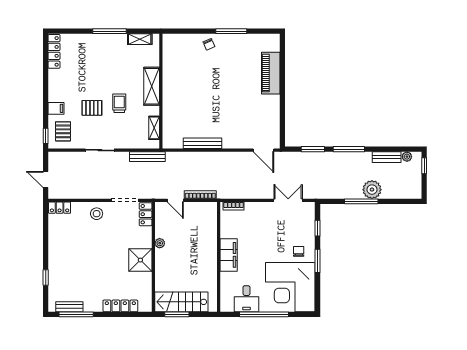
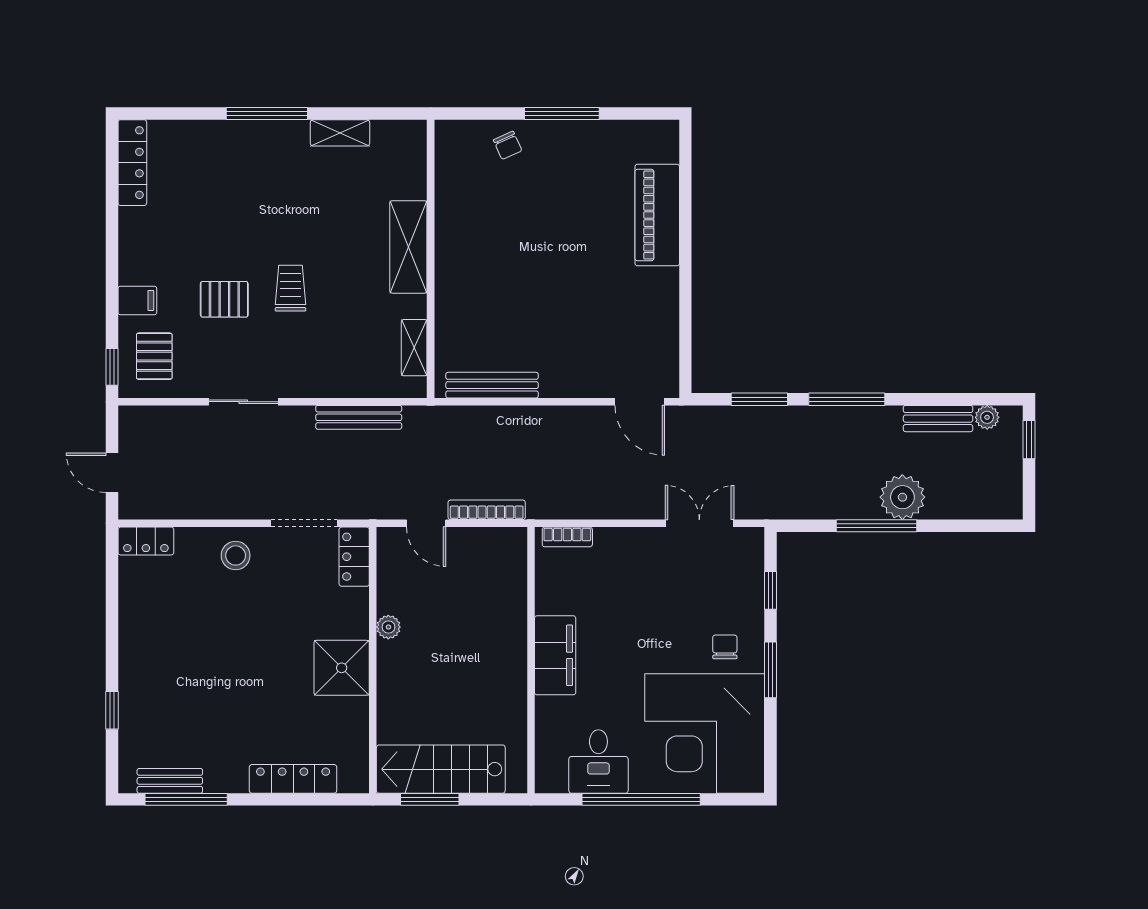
shelving: (152, 86) -> (408, 247), moved
wall: (161, 91) -> (431, 259), moved
shelving: (154, 128) -> (414, 348), moved

